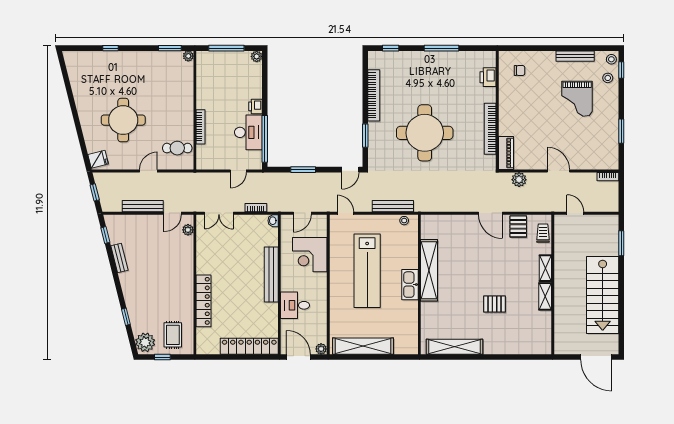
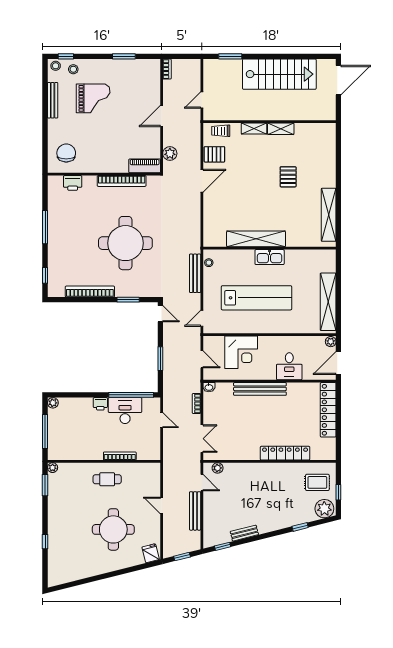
chair: (520, 70) -> (66, 153), width x1.87, depth x1.87
cafe table: (177, 148) -> (107, 479), moved, turned 90

